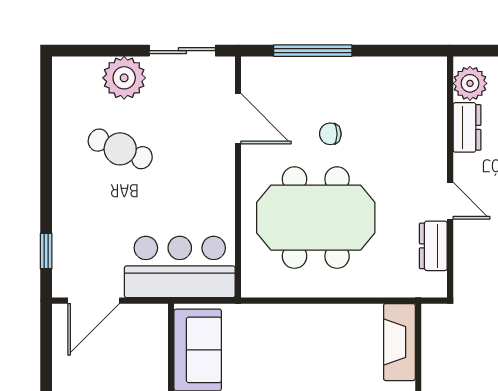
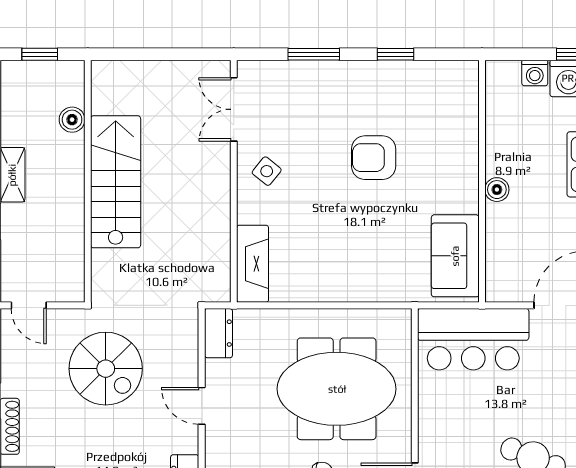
dresser: (433, 246) -> (218, 333), moved

